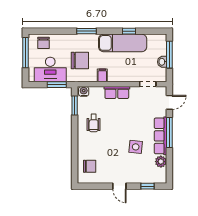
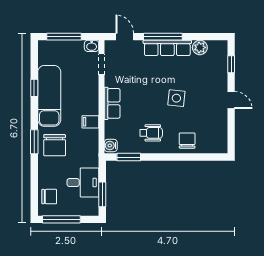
chair: (80, 60) -> (55, 145), moved, turned 180
washbasin: (162, 62) -> (92, 46), moved
desk: (50, 69) -> (83, 182), width x0.73
window: (57, 85) -> (102, 194), moved
side table: (136, 147) -> (176, 98), moved
chair: (90, 166) -> (187, 141), moved
door: (119, 186) -> (231, 100), hinge flipped

